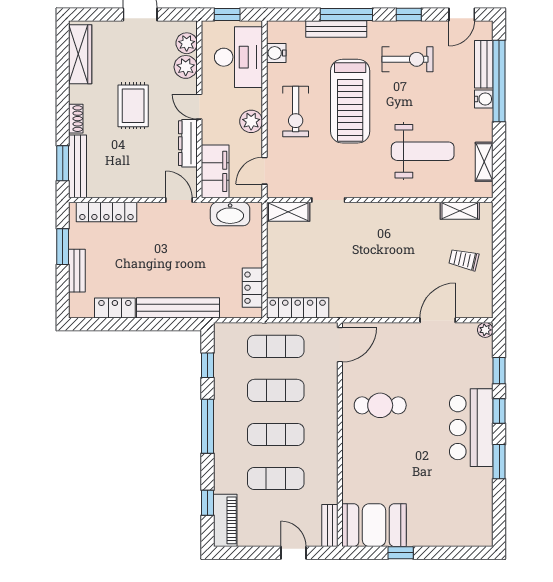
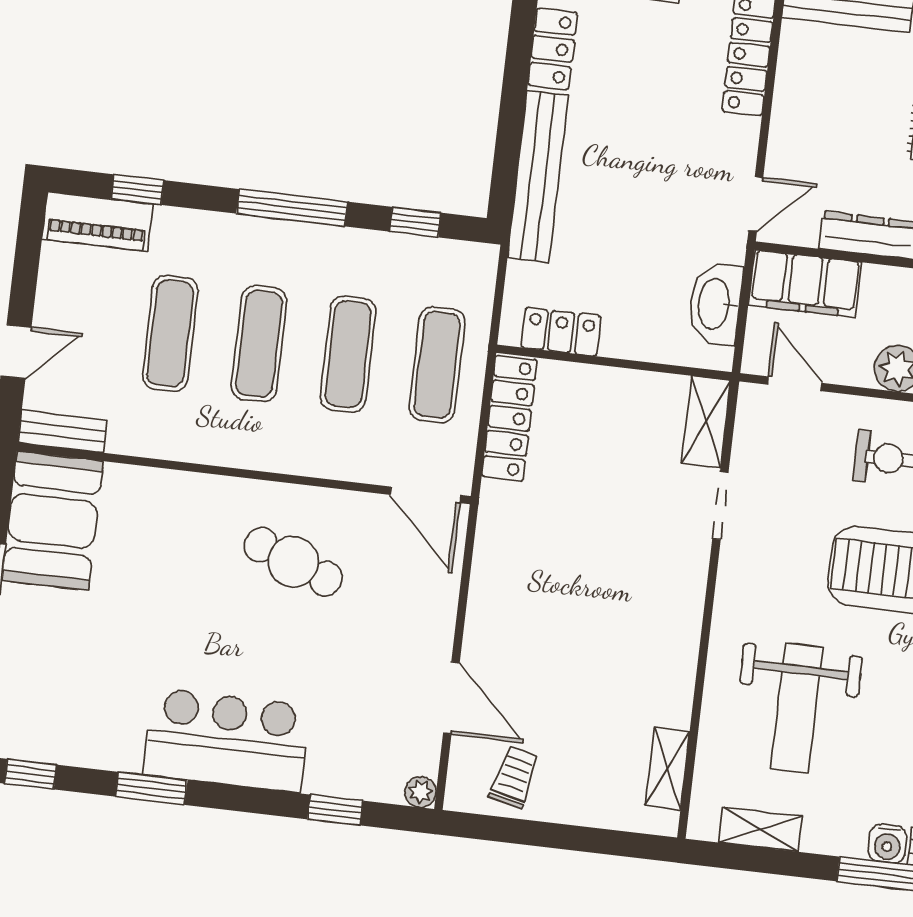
trolley: (464, 260) -> (514, 777), moved
cafe table: (380, 405) -> (293, 562), turned -69
window: (499, 411) -> (31, 774), moved

